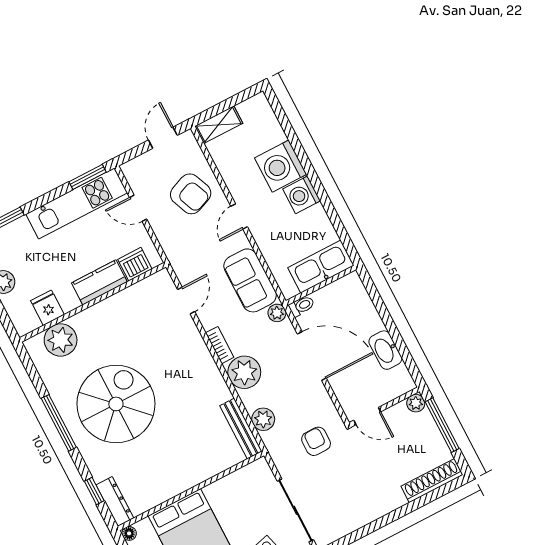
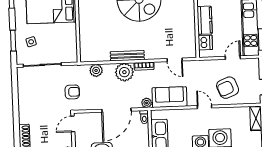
bench: (241, 428) -> (127, 56), moved

